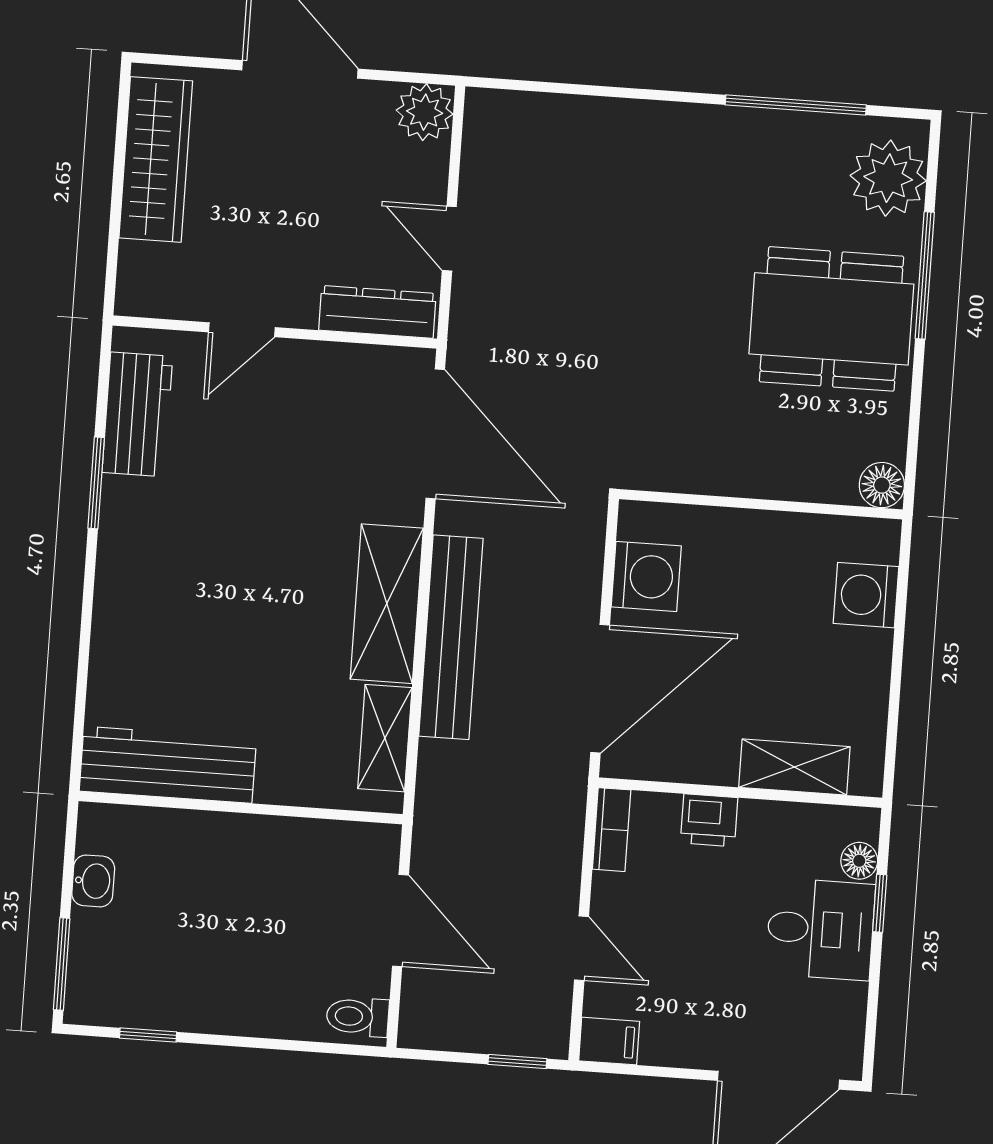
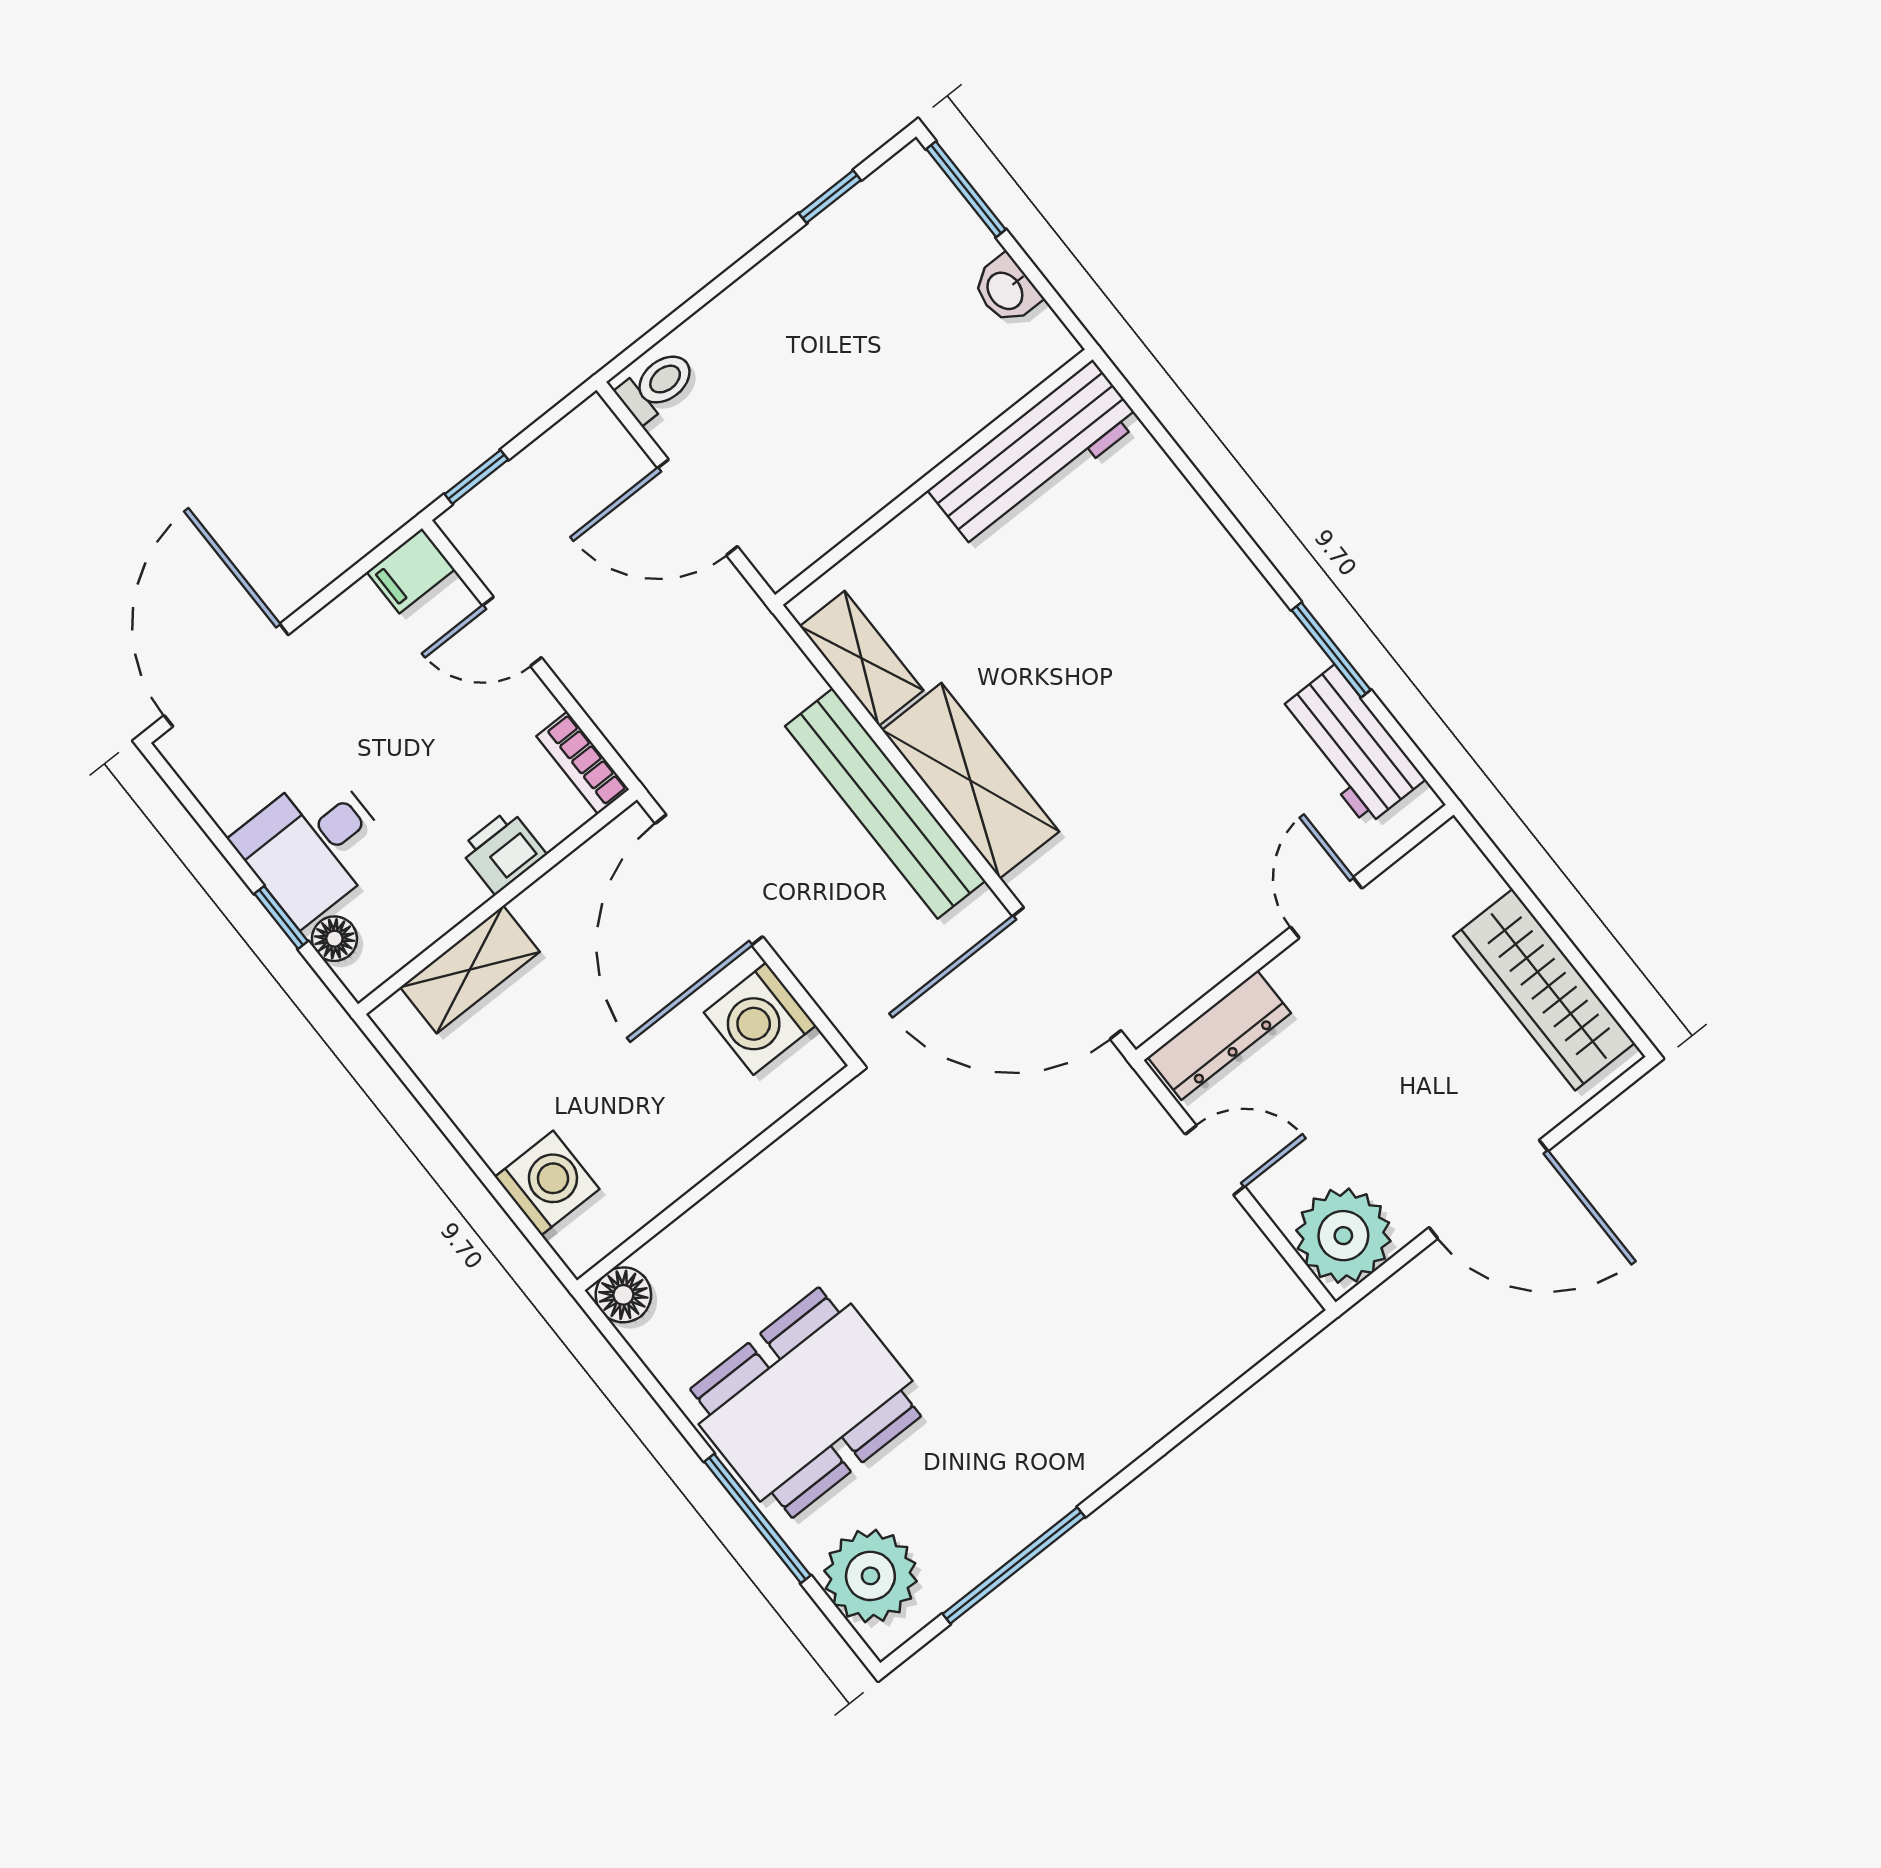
plant: (425, 112) -> (1343, 1236), width x1.36, depth x1.36

